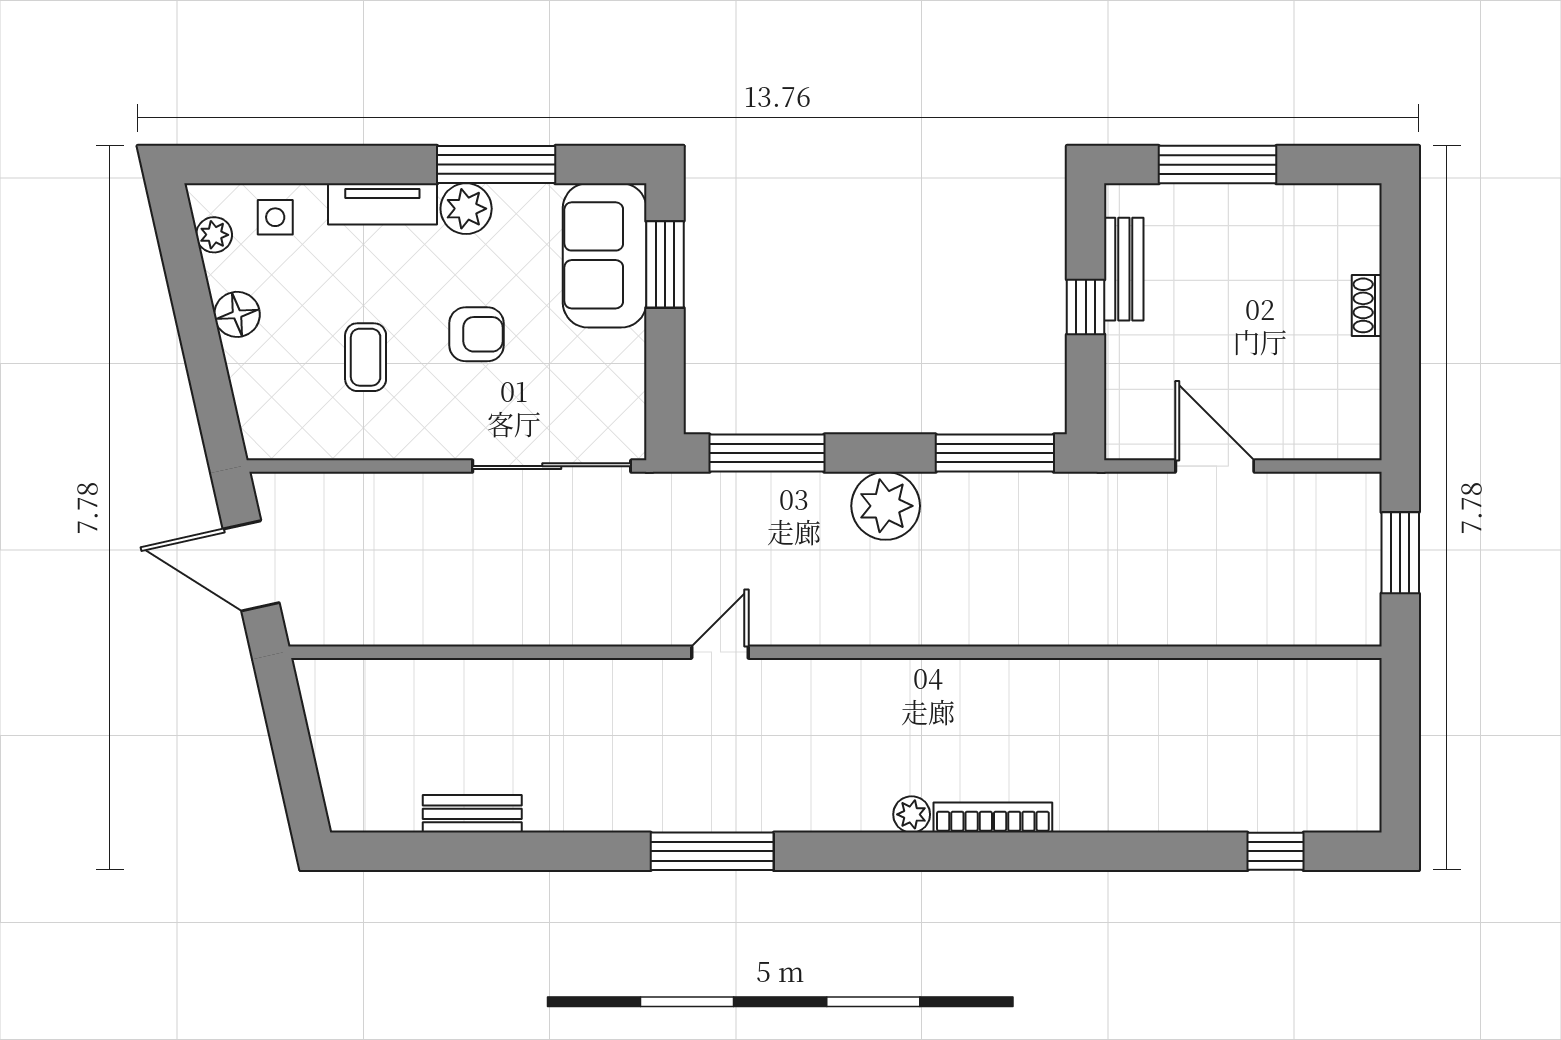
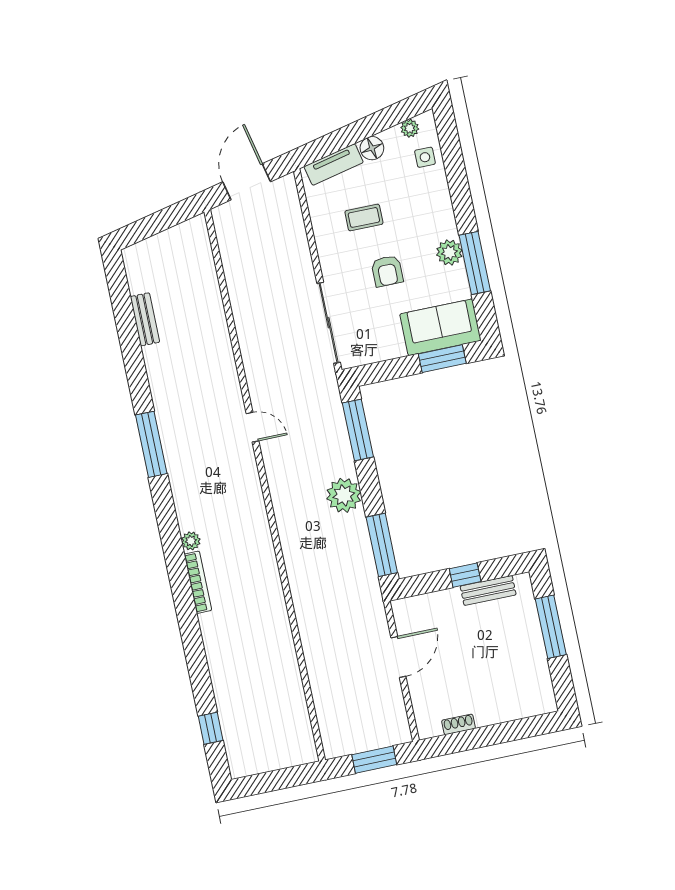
tv unit: (382, 204) -> (334, 164), moved, turned -103
shoe rack: (1367, 305) -> (458, 724), moved

